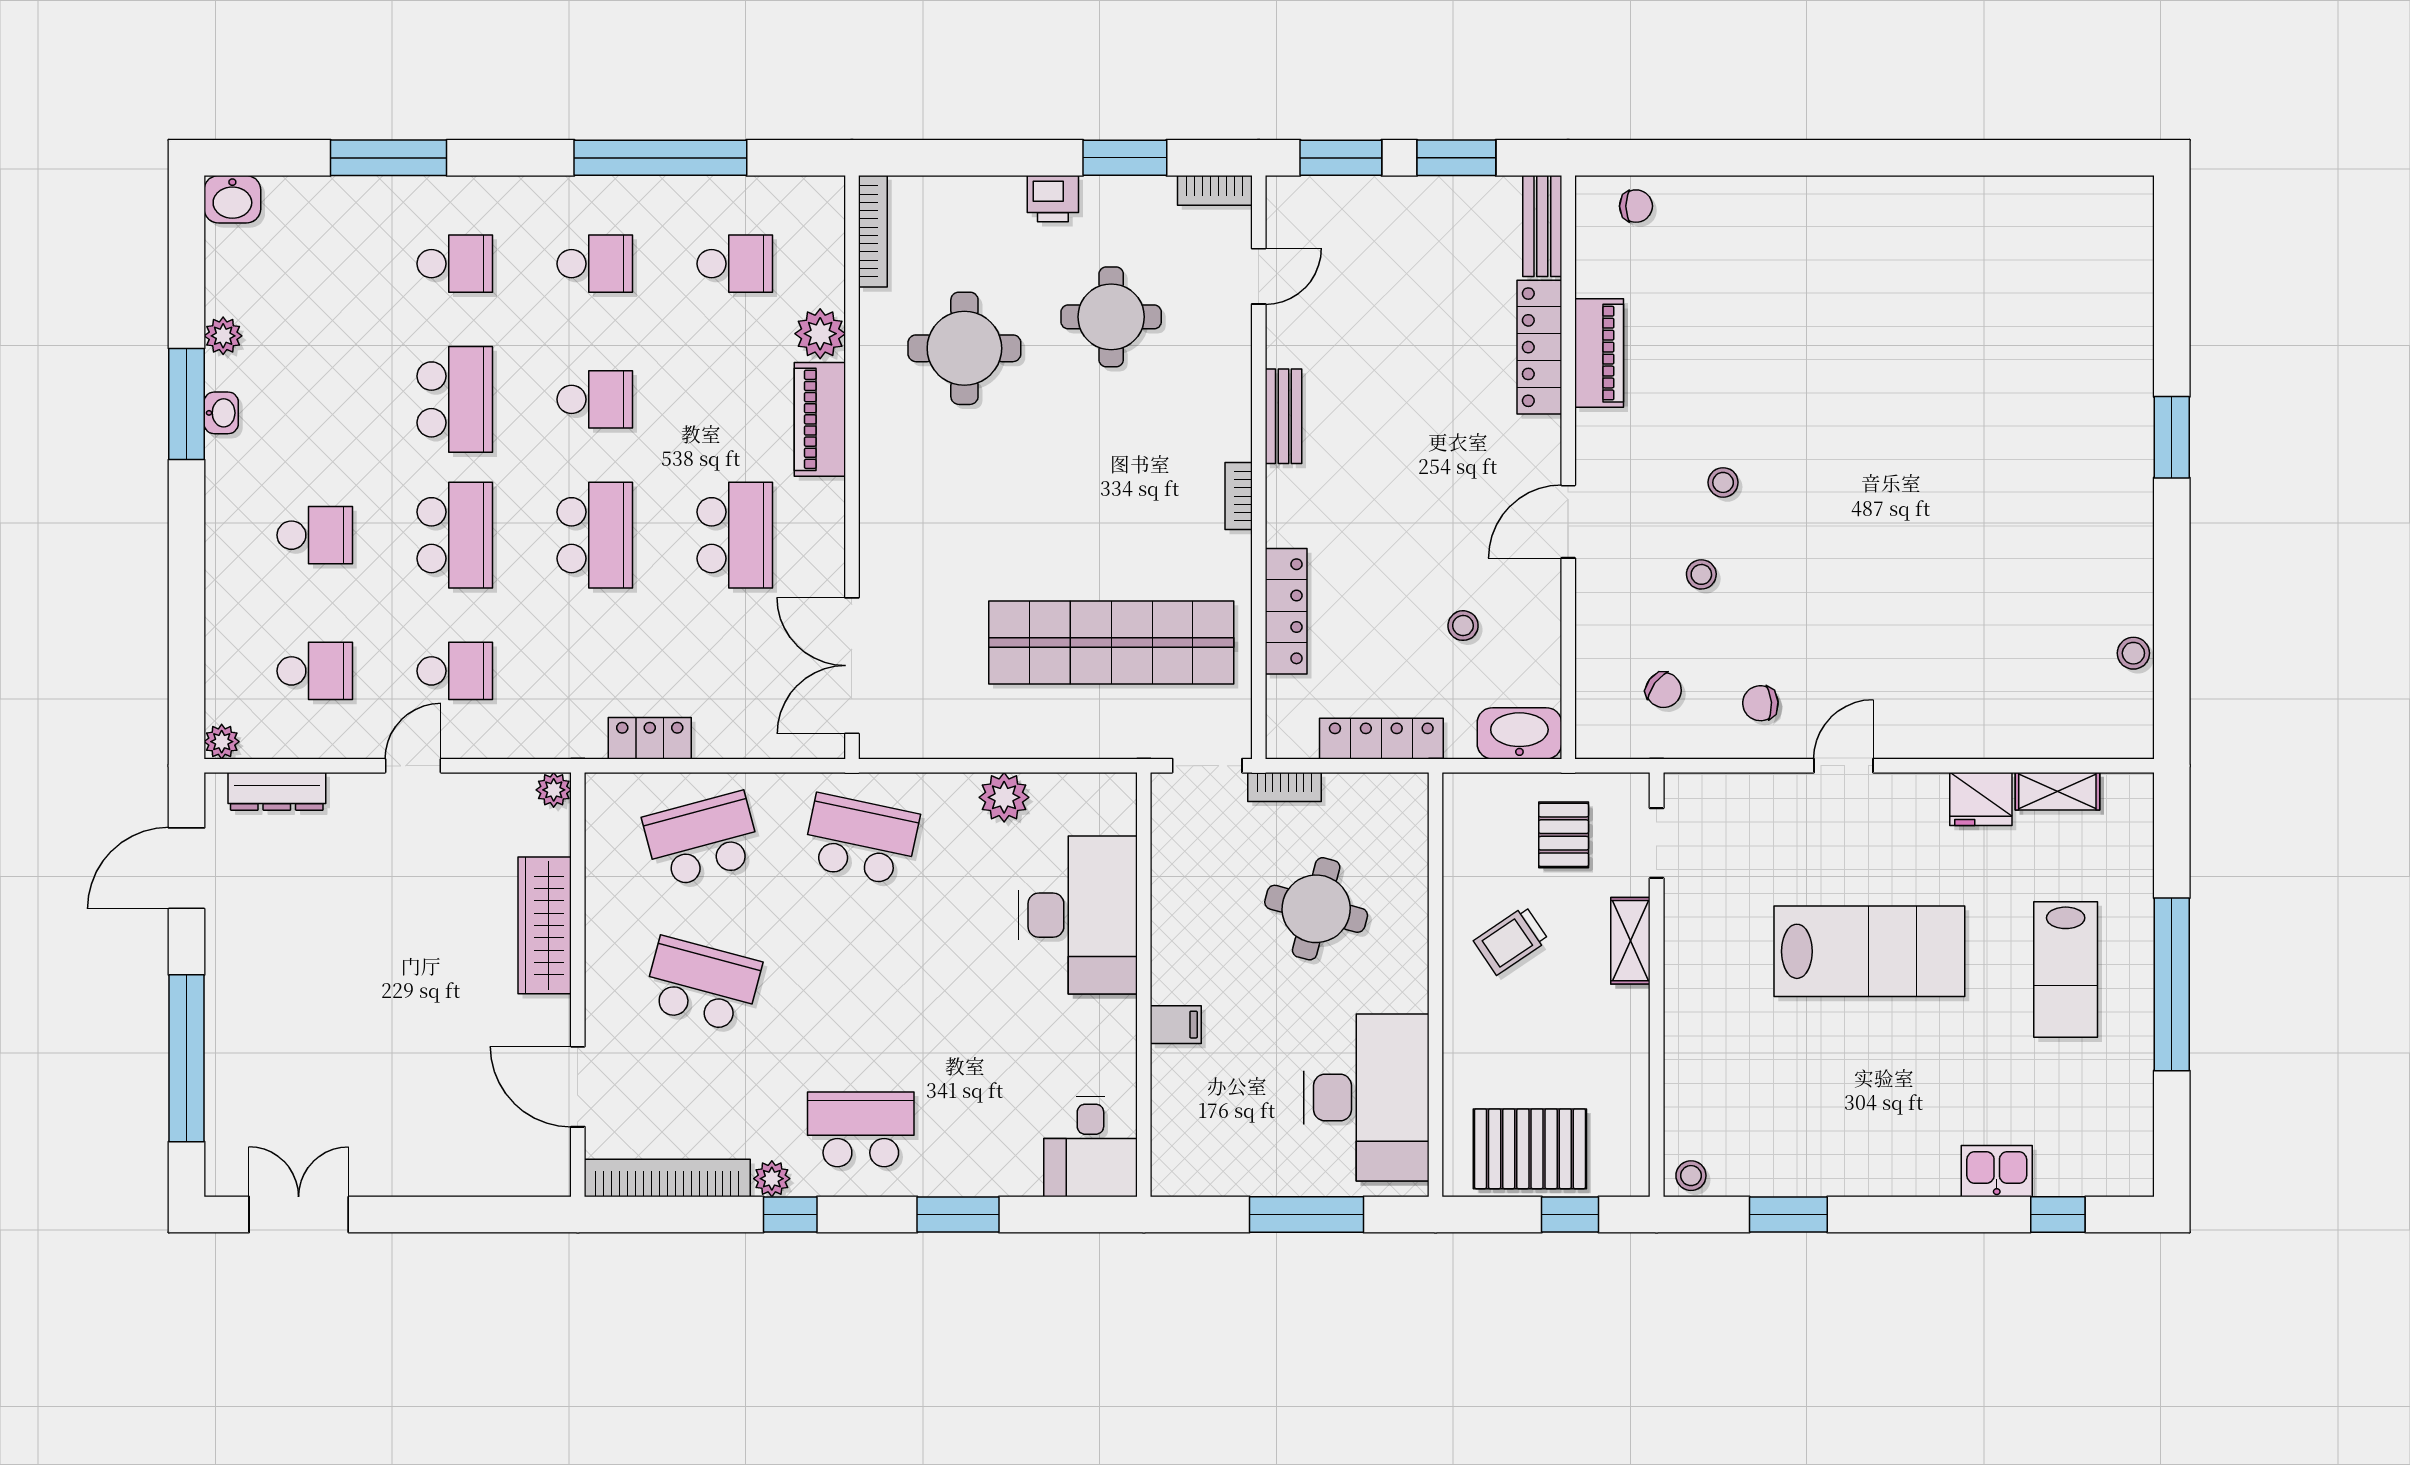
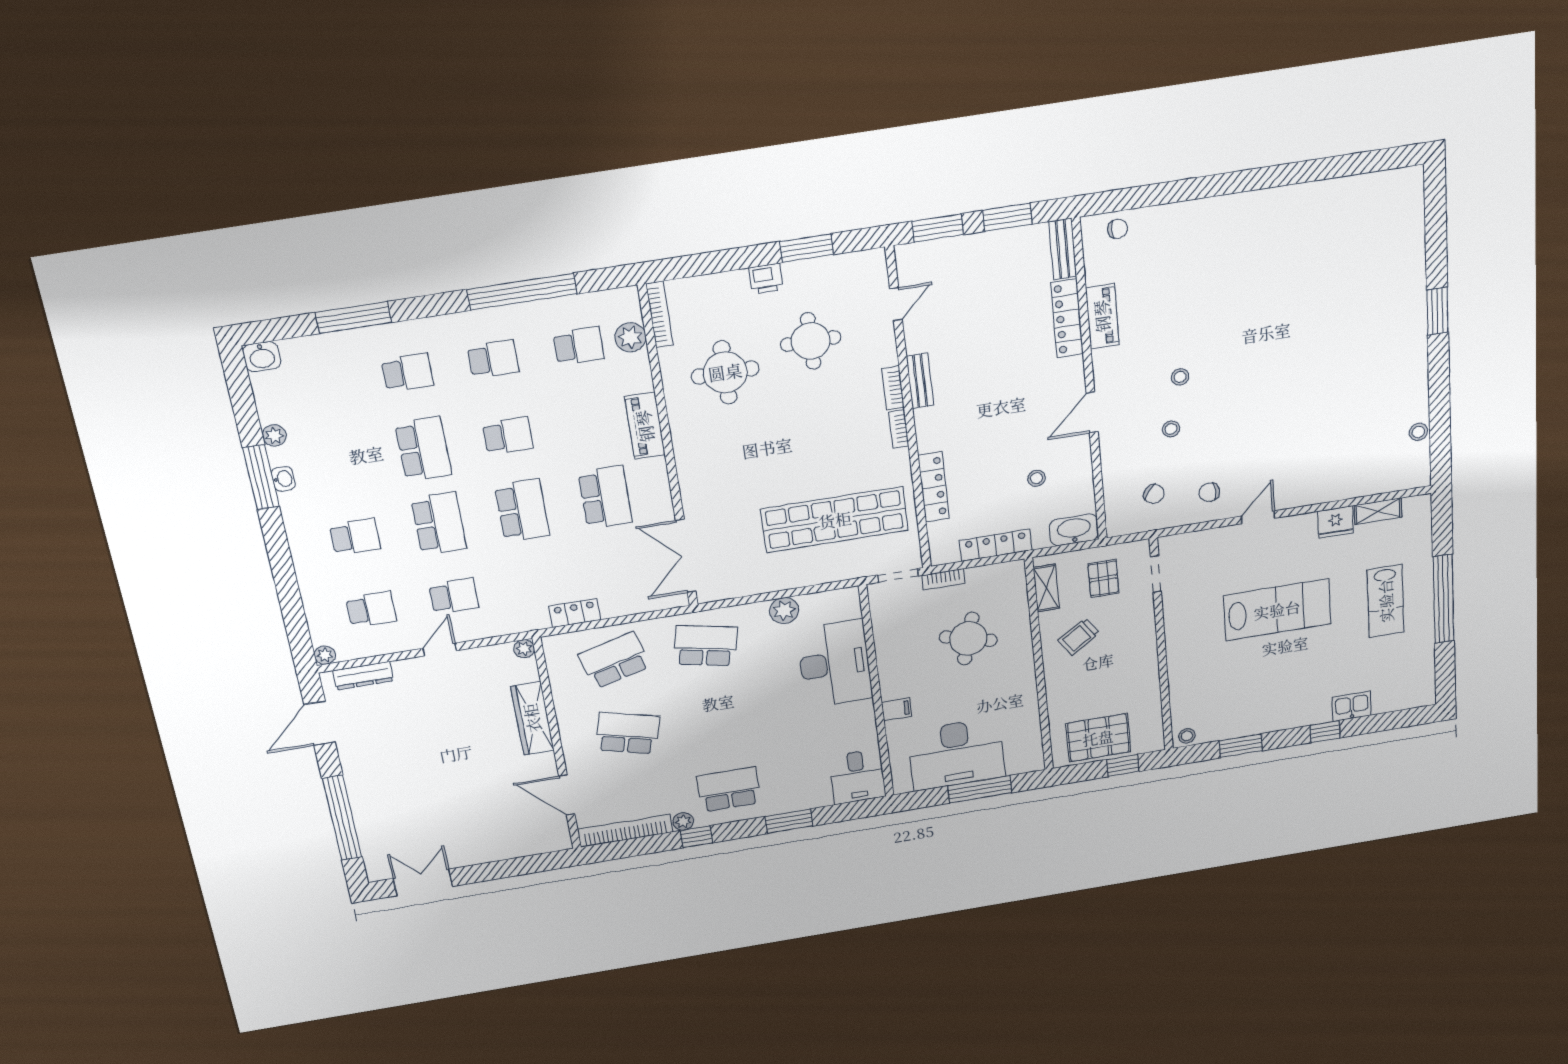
bookcase: (1215, 190) -> (893, 388), moved, turned 90
plant: (820, 334) -> (630, 337), moved
shelving: (1630, 941) -> (1046, 588), moved
desk: (1366, 1098) -> (956, 754), moved, turned 90
window: (2058, 1214) -> (1325, 732), moved

